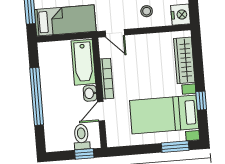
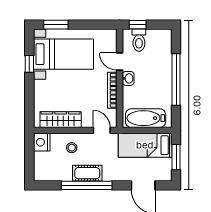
wardrobe: (184, 60) -> (61, 120), moved, turned -90
bathtub: (83, 62) -> (146, 118), moved, turned -90
door: (101, 111) -> (120, 61), swing flipped

